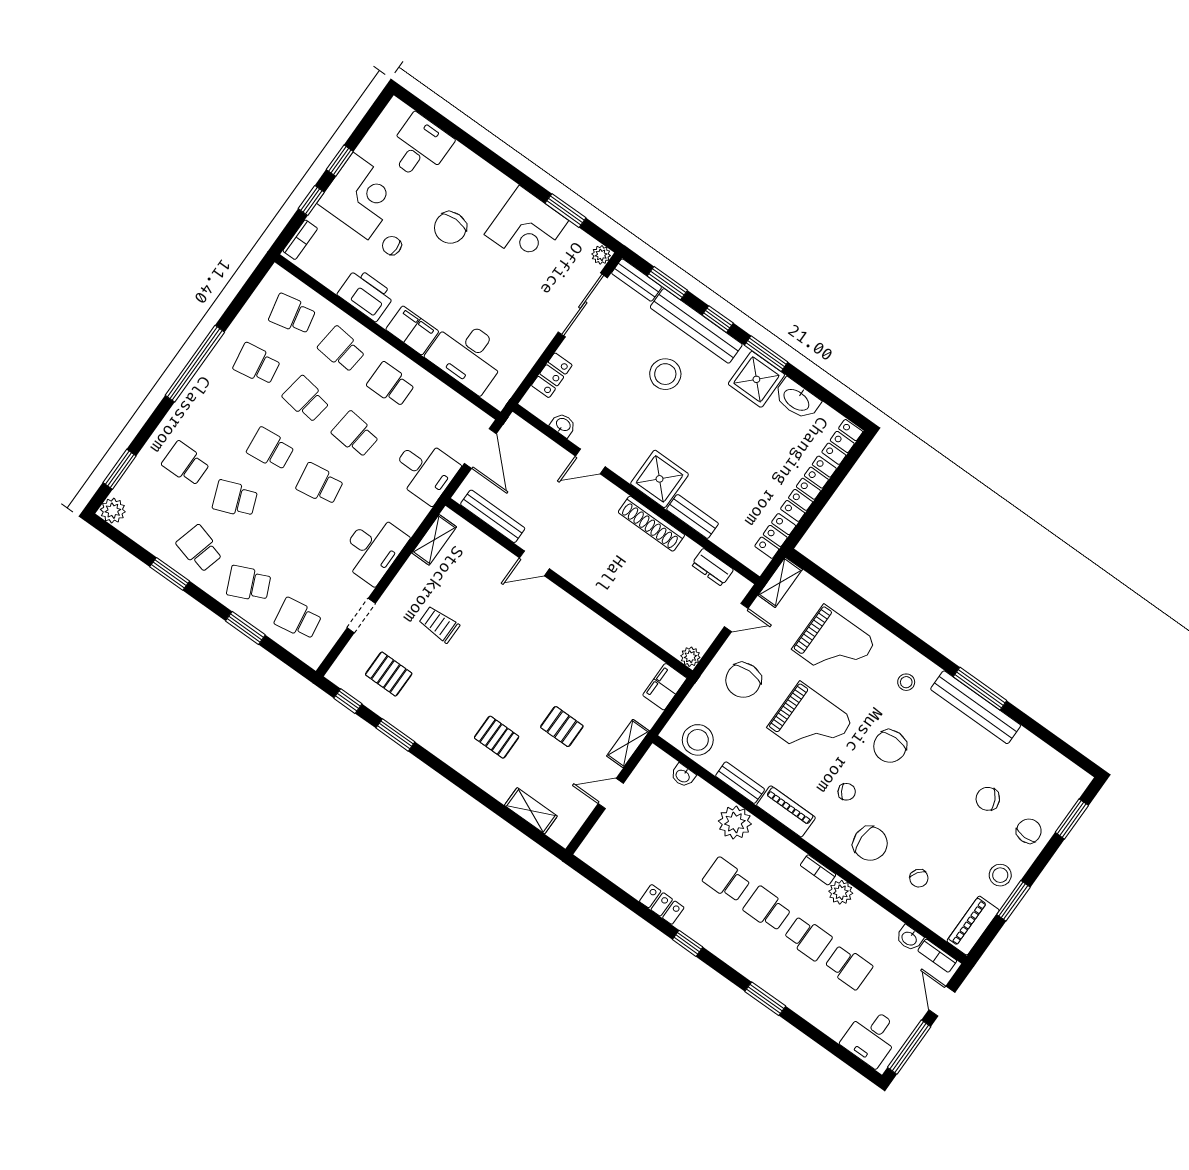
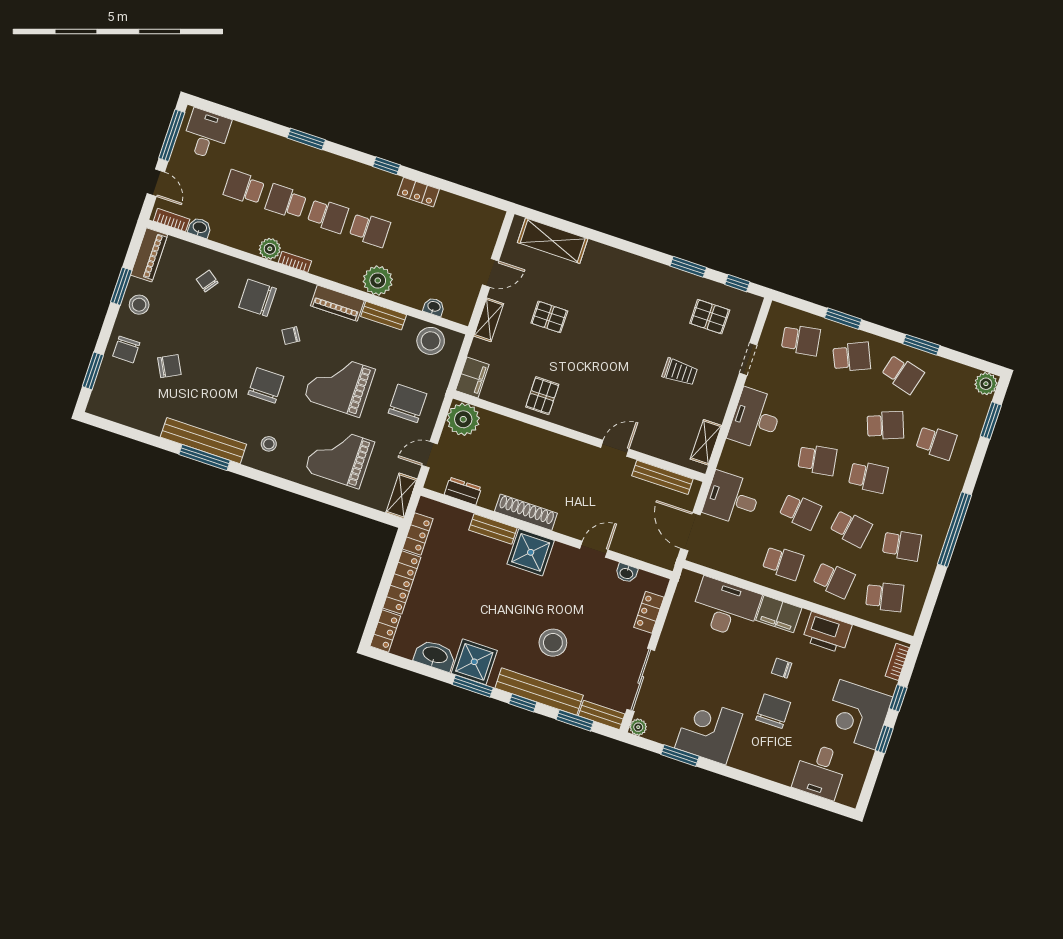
chair: (392, 246) -> (782, 668), moved, turned 180
plant: (690, 657) -> (463, 419), width x1.87, depth x1.87
pallet: (497, 737) -> (542, 396), moved, turned 90
shelving: (531, 811) -> (553, 241), width x1.50, depth x1.33

